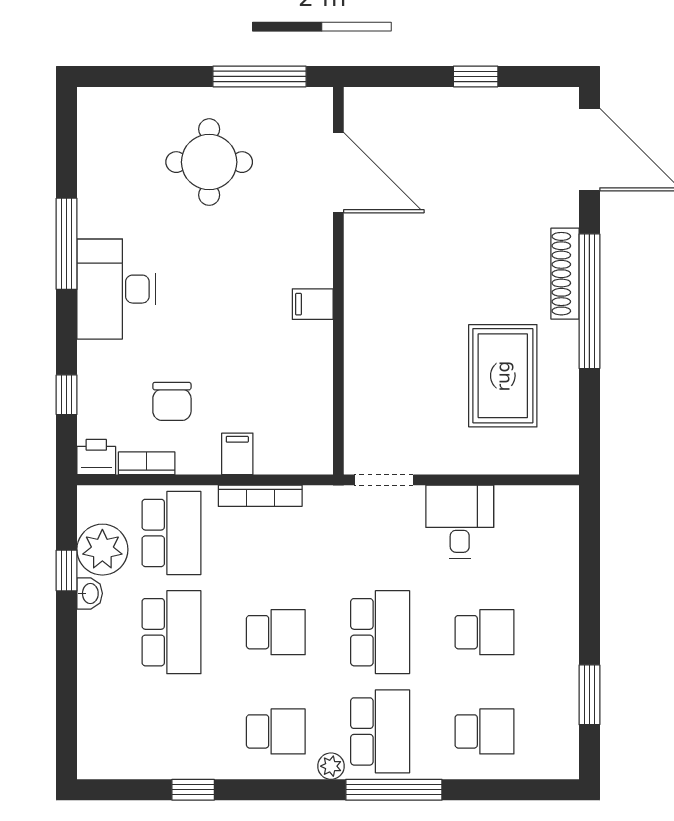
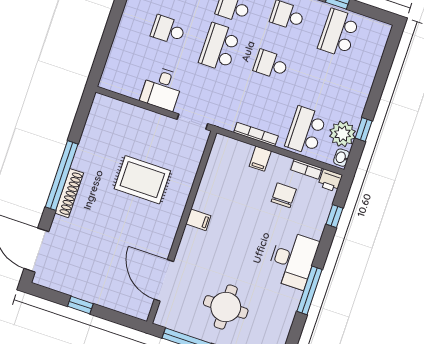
rug: (503, 376) -> (142, 180), moved, turned 90
washbasin: (90, 593) -> (342, 158), moved
school desk: (171, 632) -> (339, 33), moved

